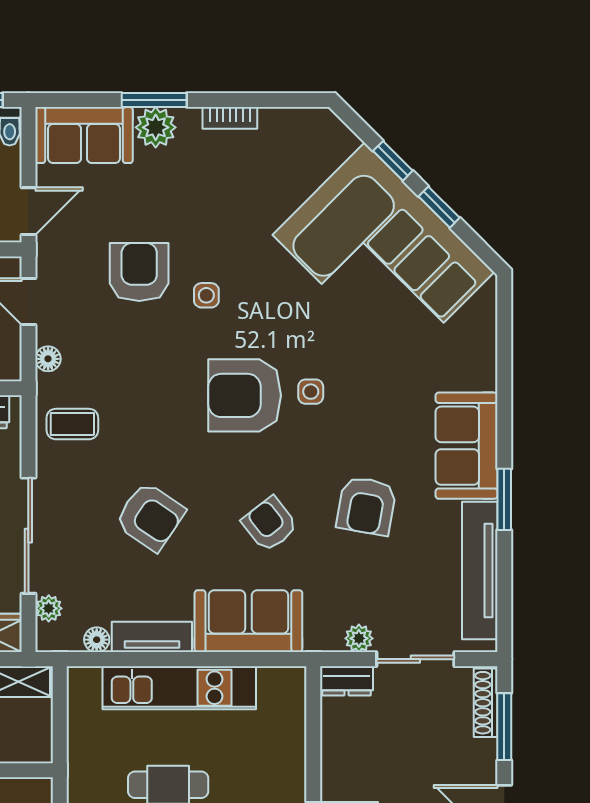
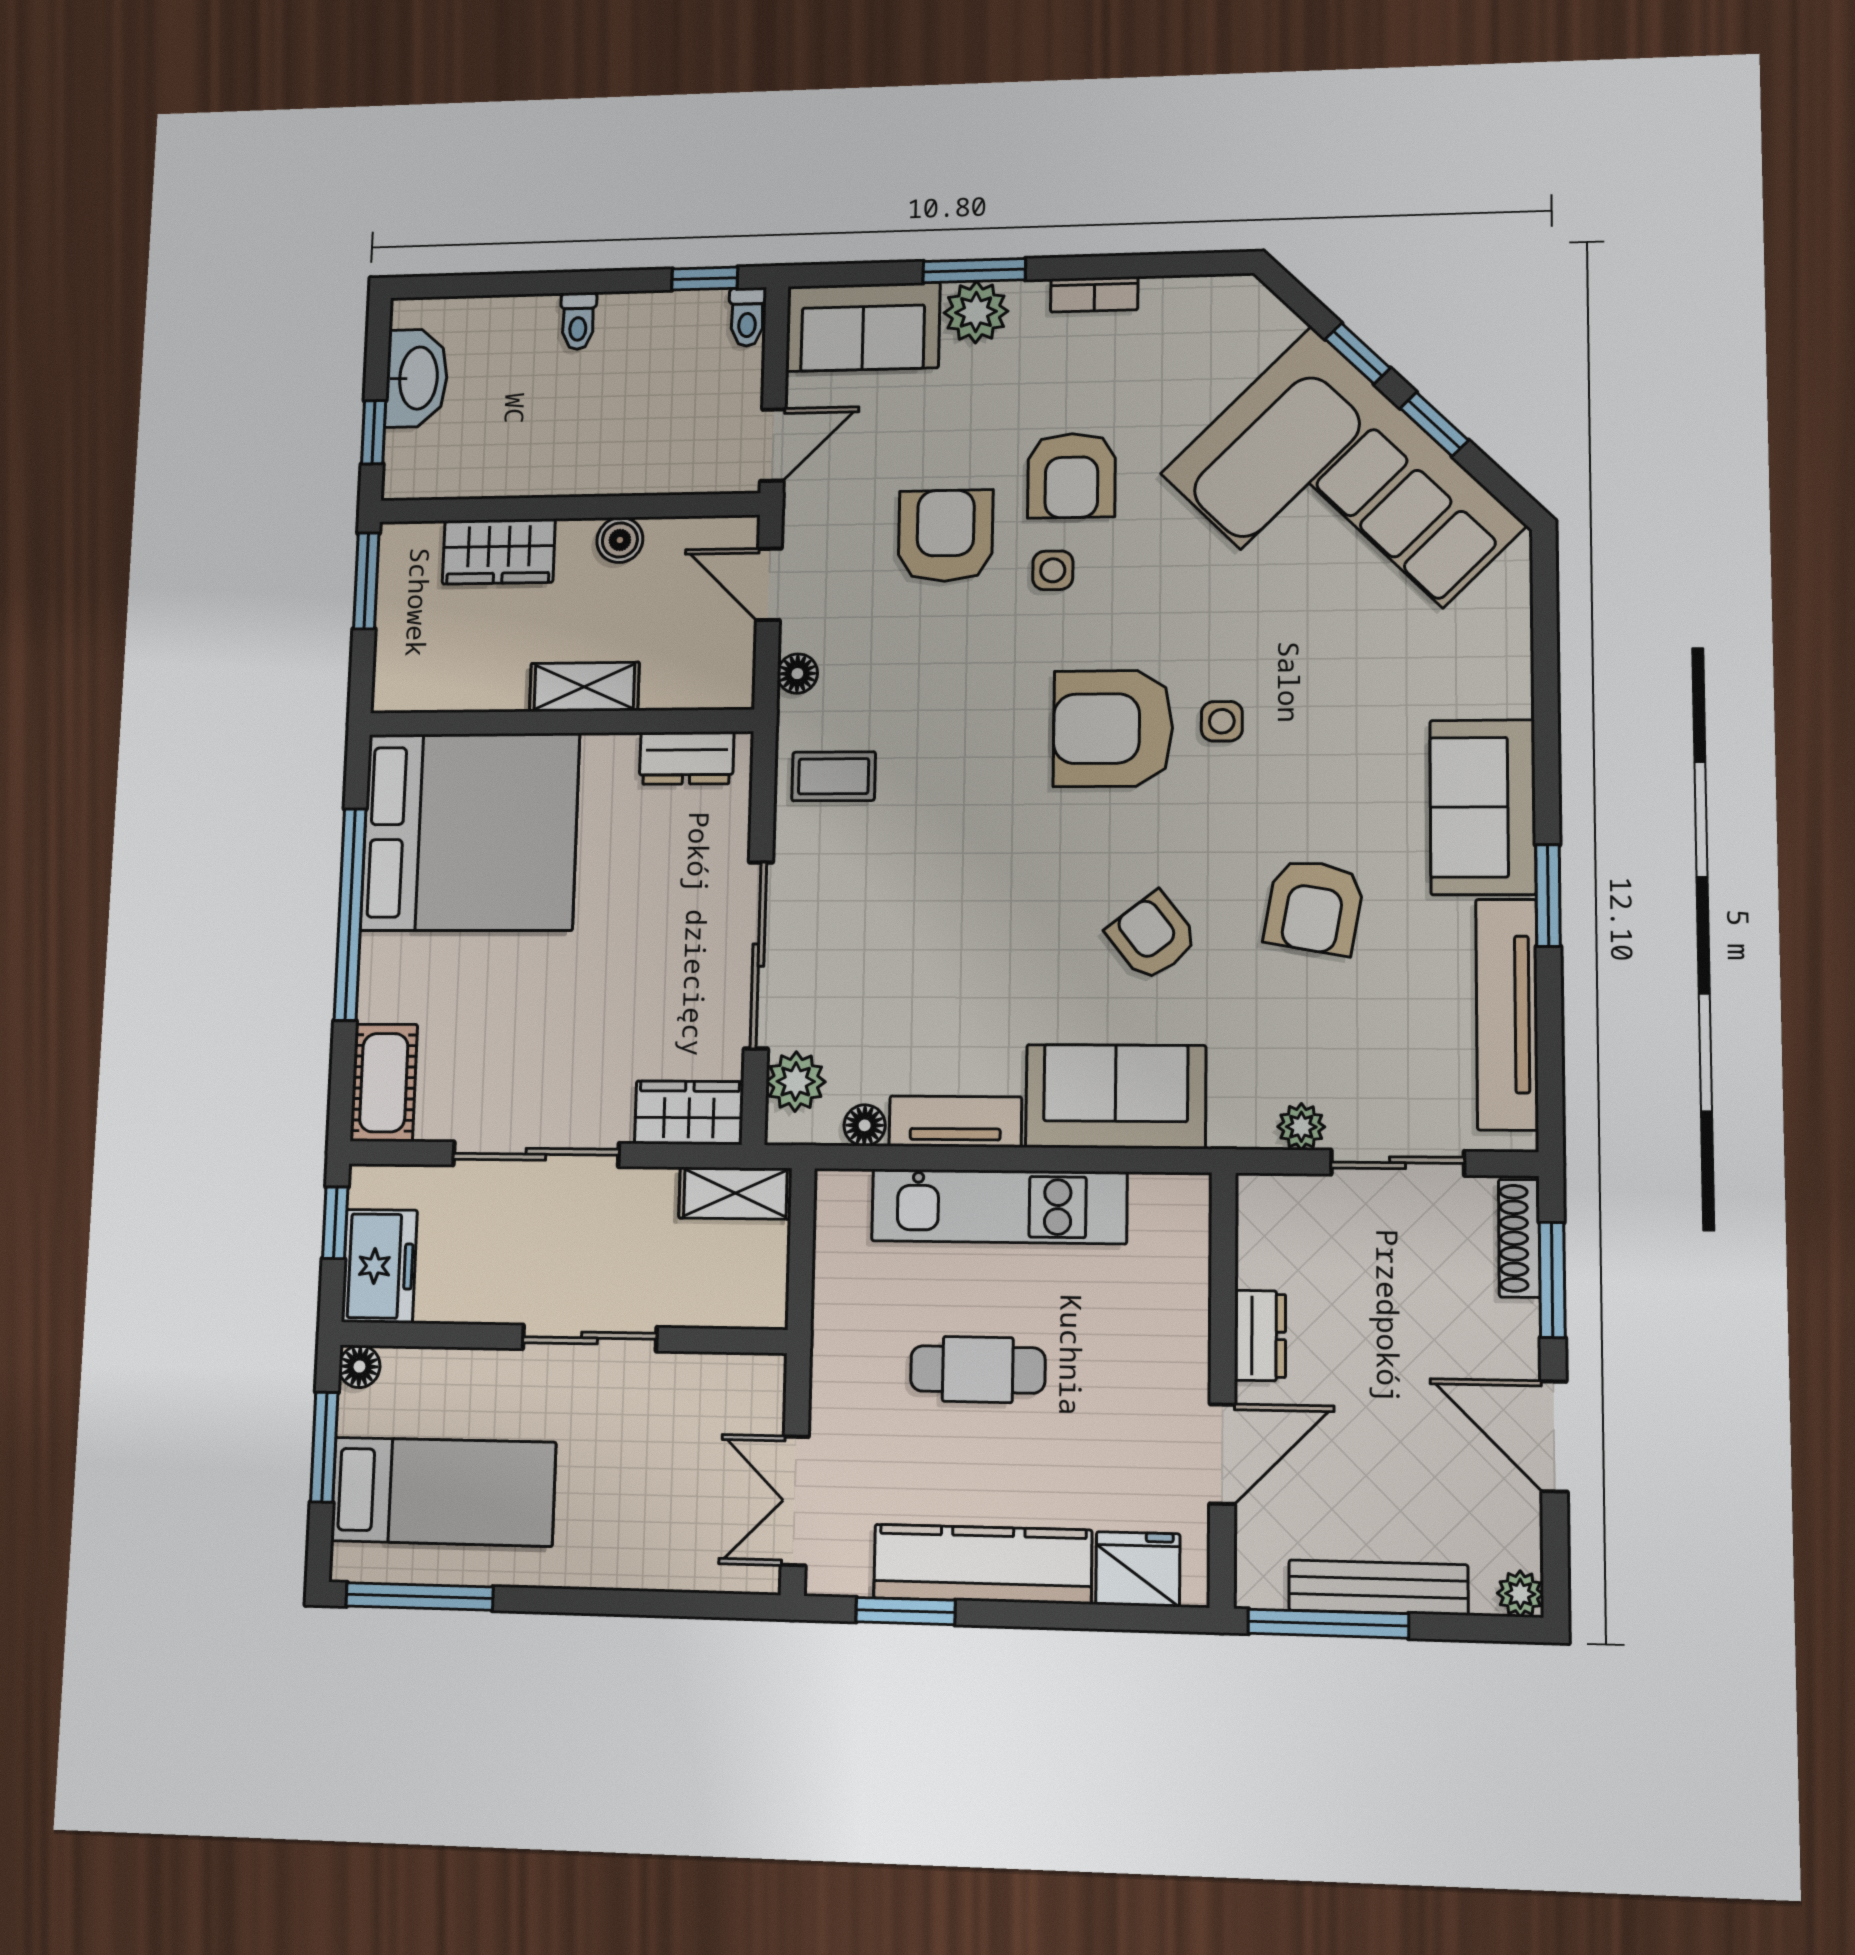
armchair: (150, 517) -> (1072, 476), moved, turned 56
plant: (49, 608) -> (796, 1082), width x1.38, depth x1.38
dresser: (347, 681) -> (1260, 1336), moved, turned -90

